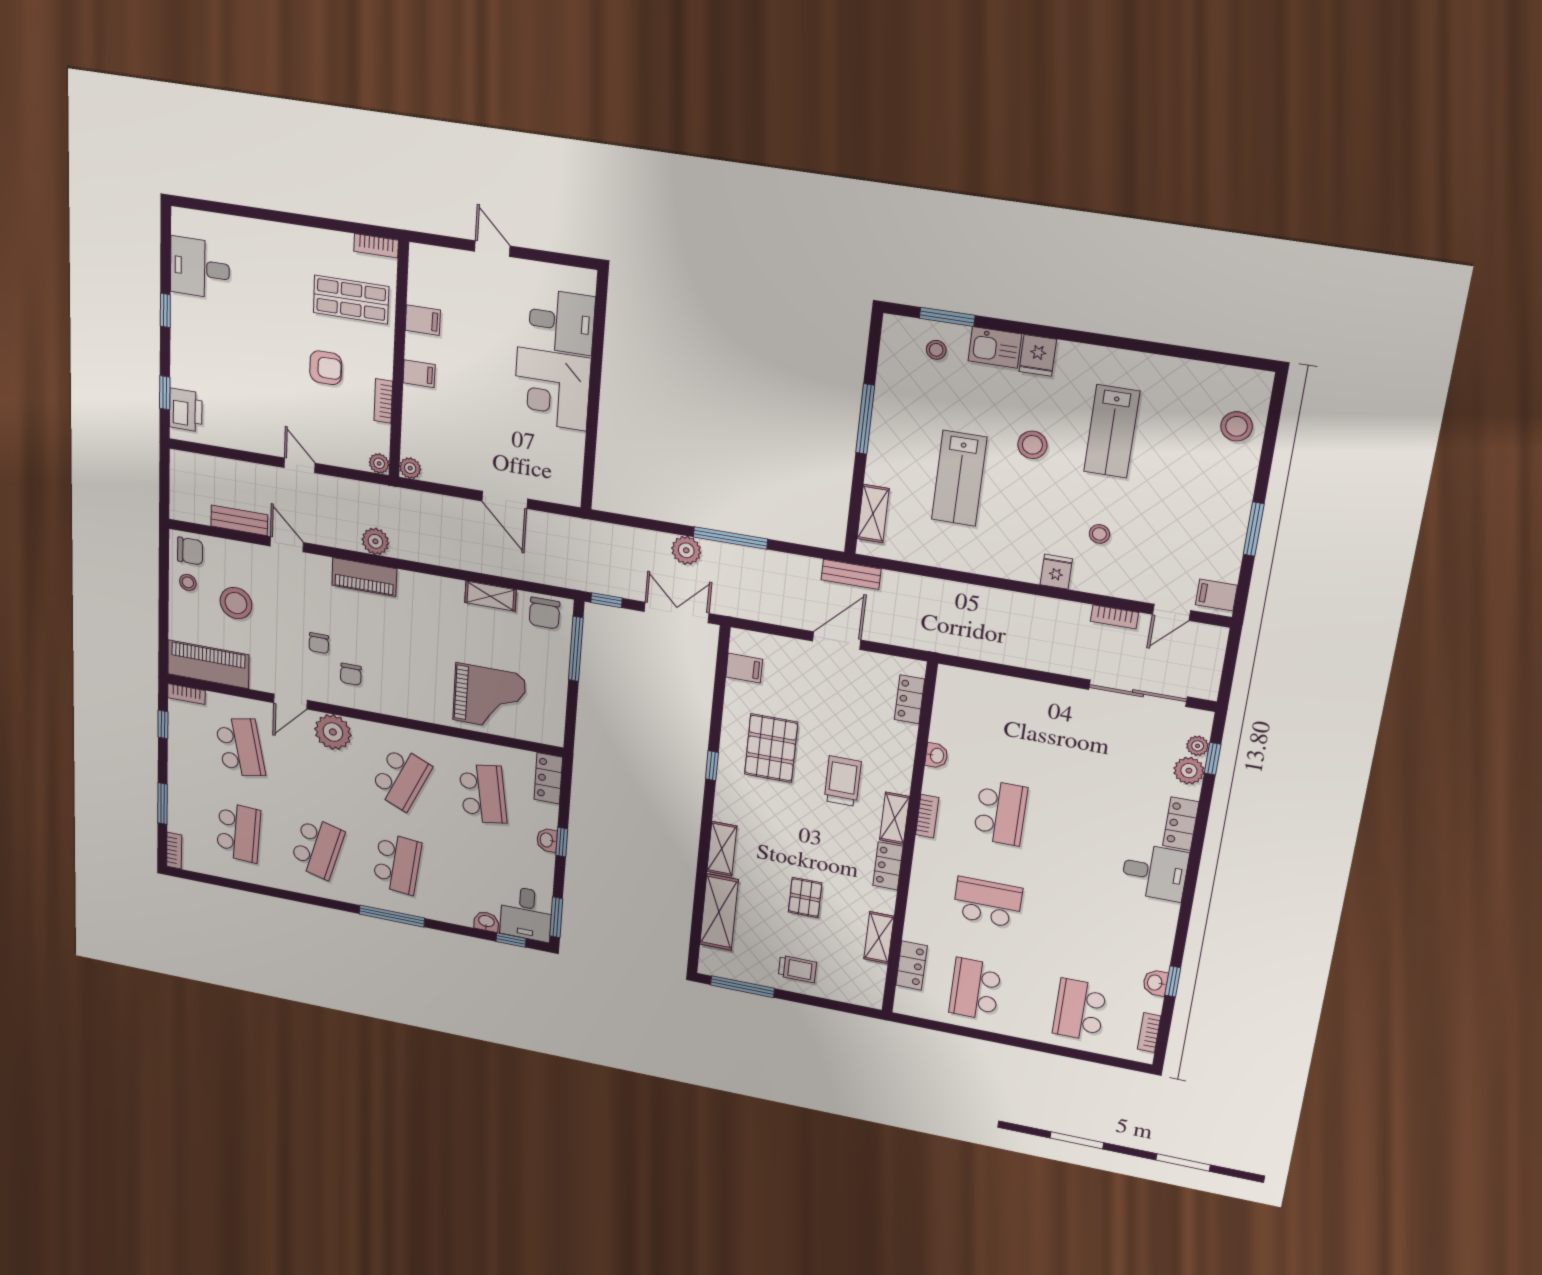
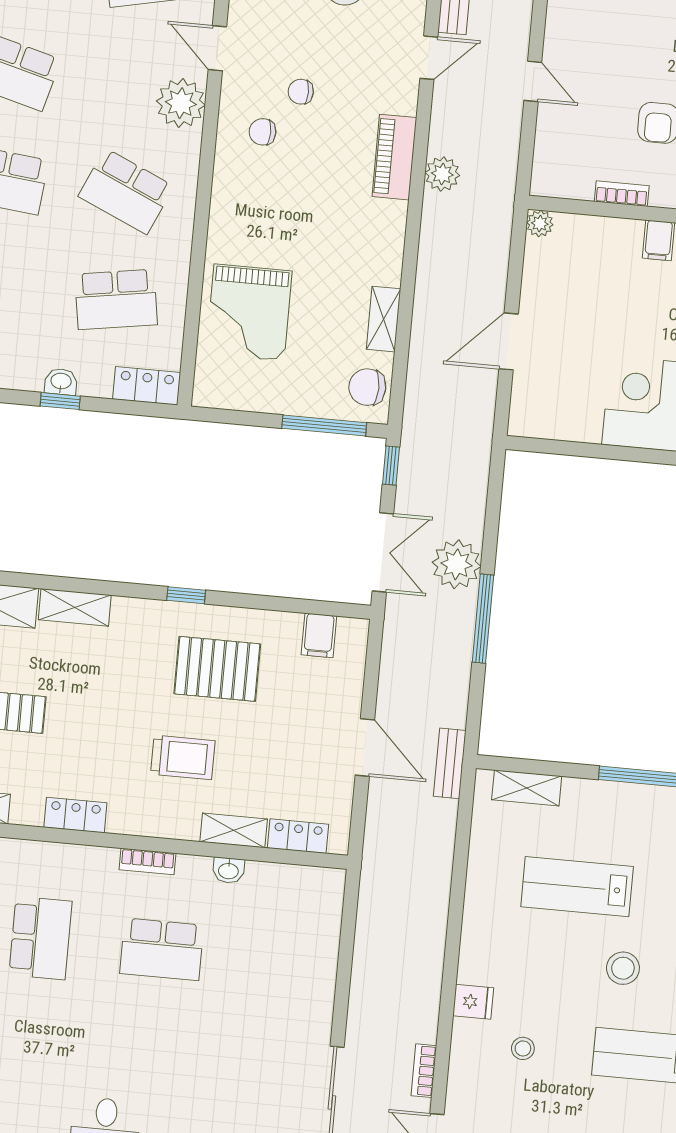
plant: (379, 463) -> (543, 184), removed
door: (300, 465) -> (533, 81), hinge flipped
plant: (686, 550) -> (456, 564), width x1.36, depth x1.36
shelving: (895, 818) -> (234, 830), moved

